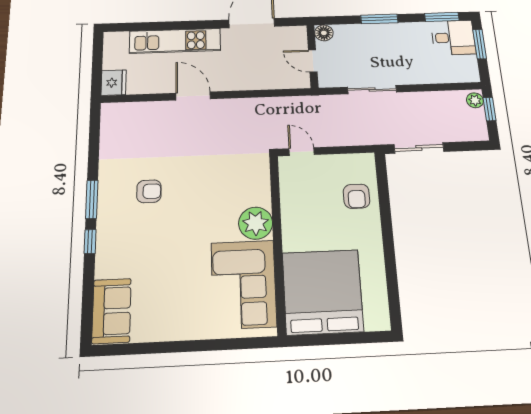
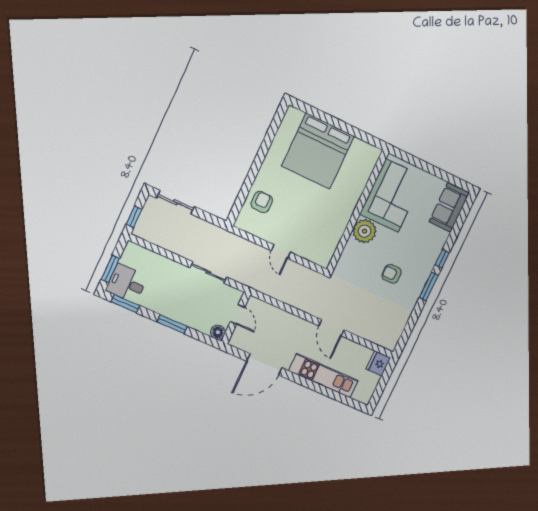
plant: (475, 100) -> (140, 228), removed
sliding door: (419, 148) -> (175, 202), moved
plant: (256, 223) -> (364, 231), moved
wall: (278, 243) -> (358, 211), moved
corner sofa: (244, 284) -> (392, 196), moved

